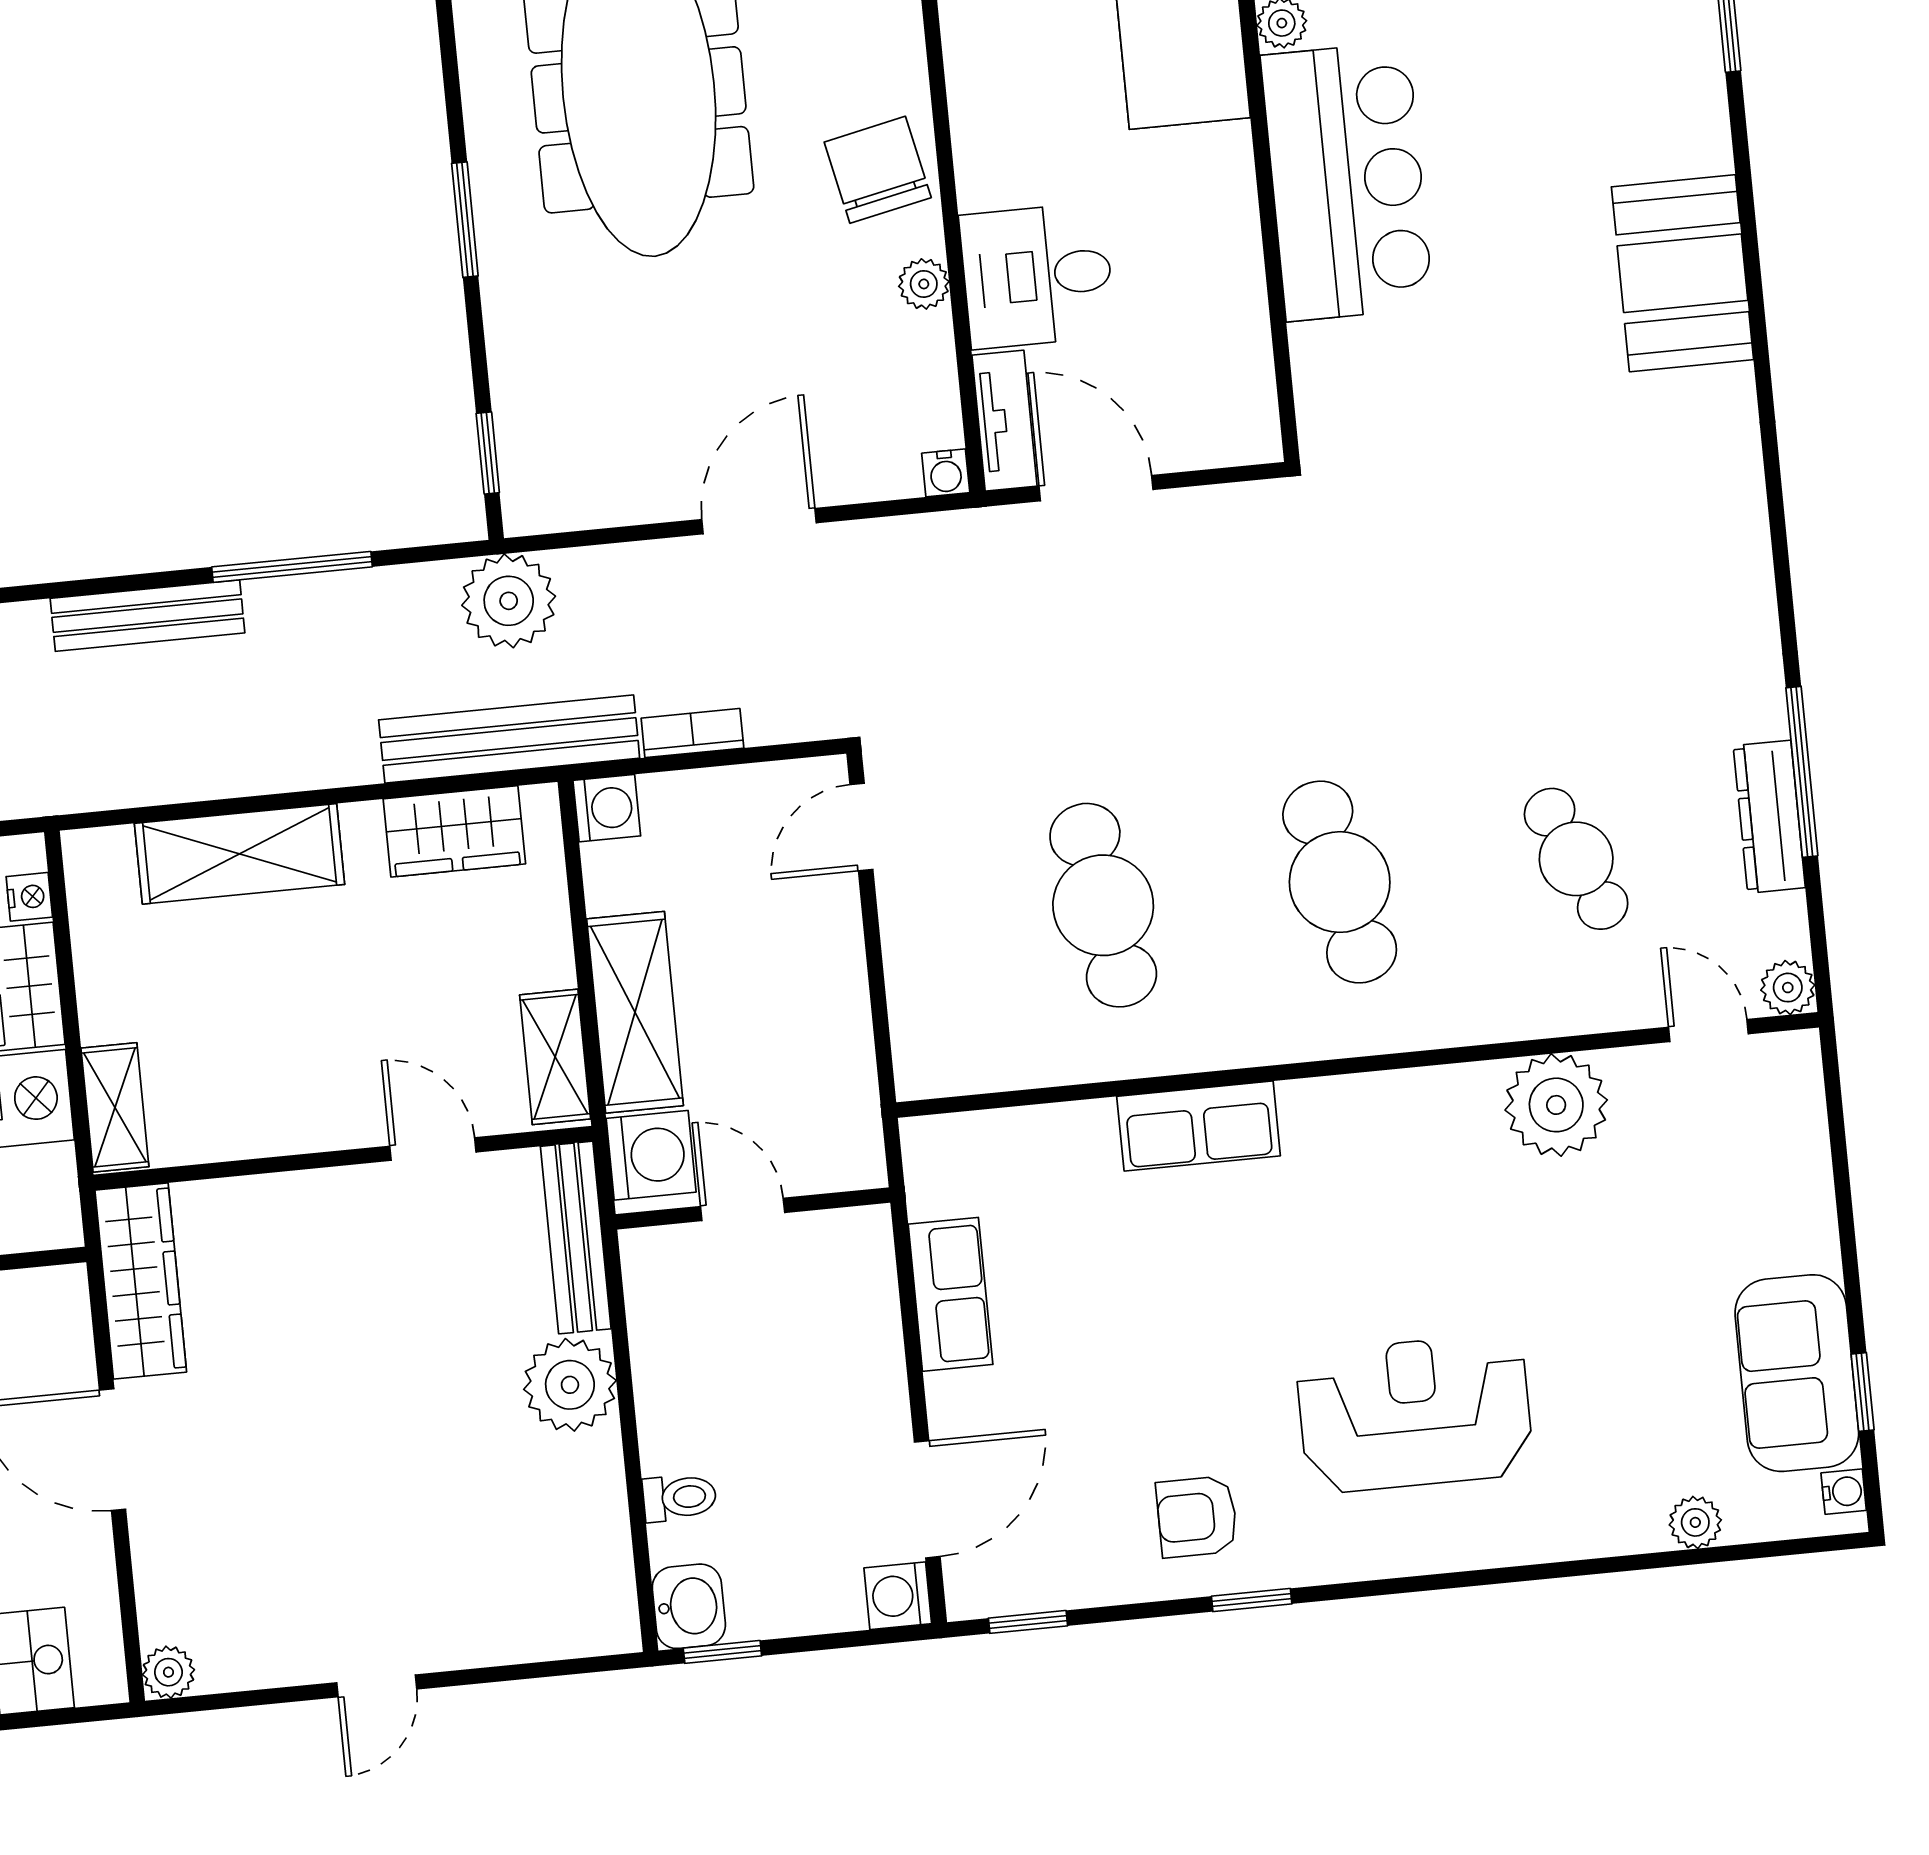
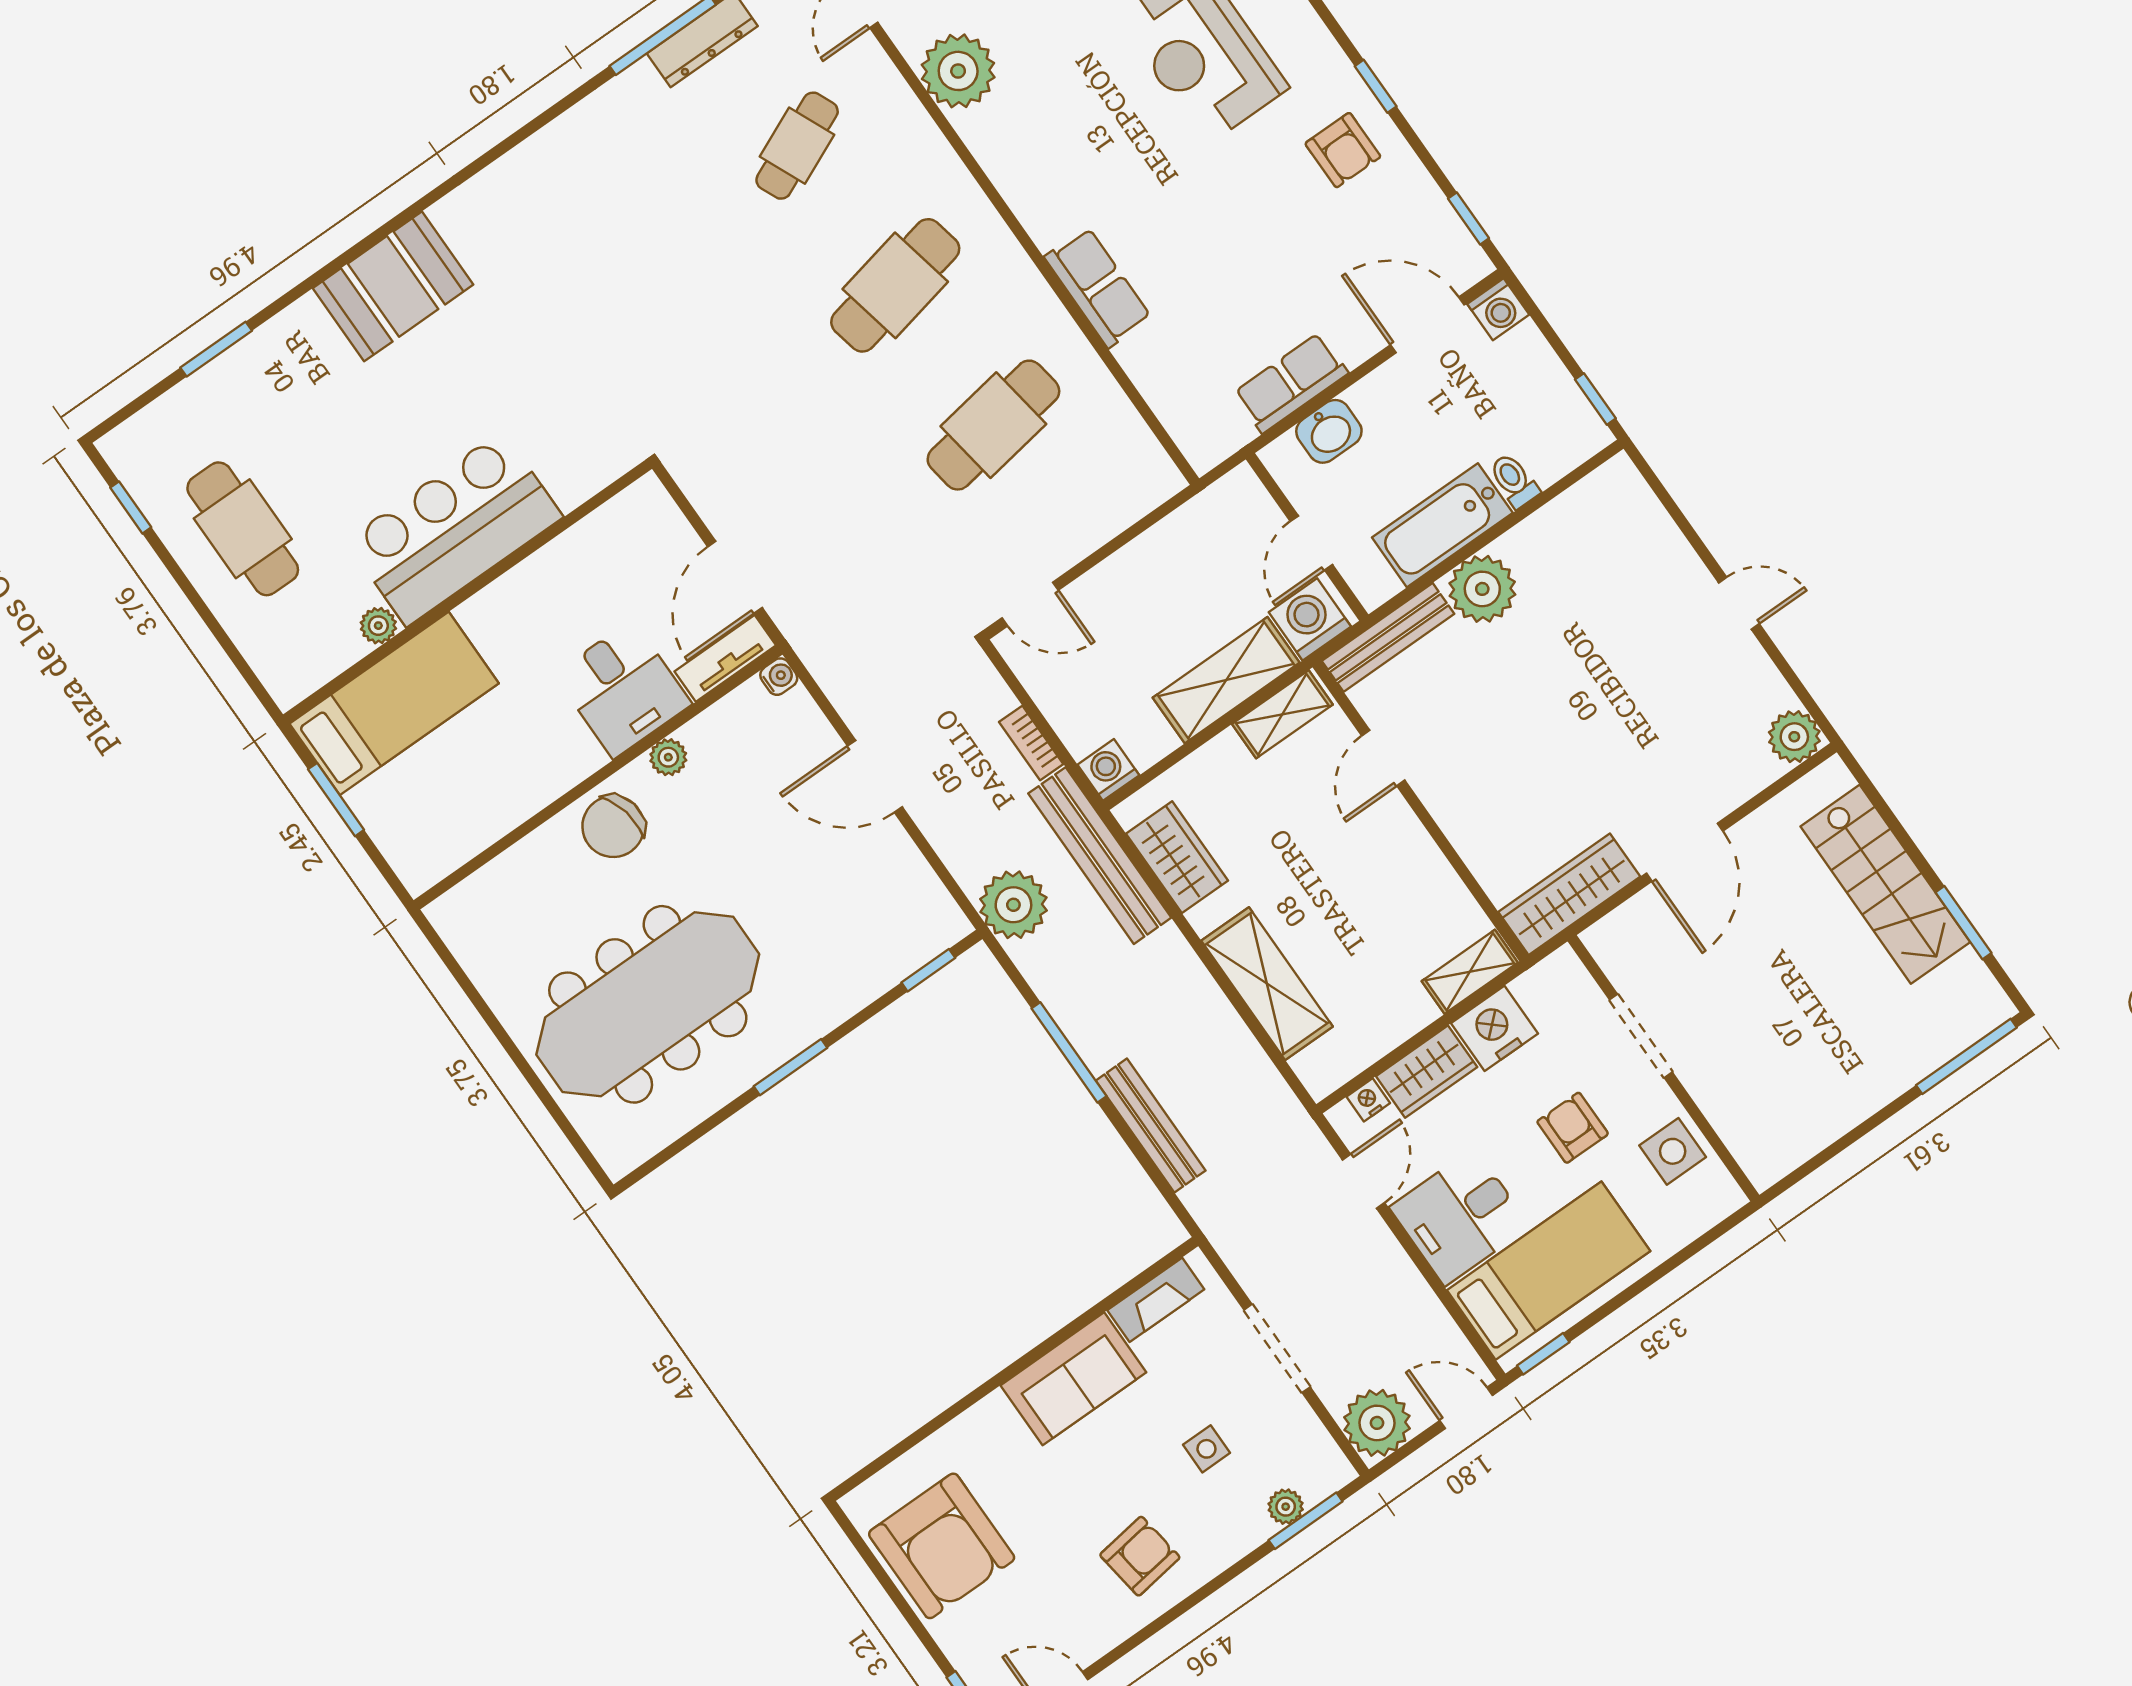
bathtub: (674, 1380) -> (1442, 525), added
washbasin: (689, 1606) -> (1329, 431), moved, turned 180
plant: (168, 1672) -> (1794, 737), width x1.38, depth x1.38

